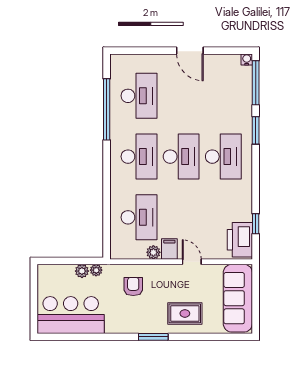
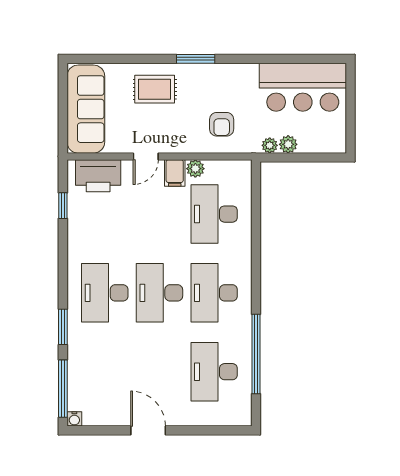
printer: (240, 240) -> (98, 176), moved, turned 90
door: (192, 262) -> (146, 156), hinge flipped

